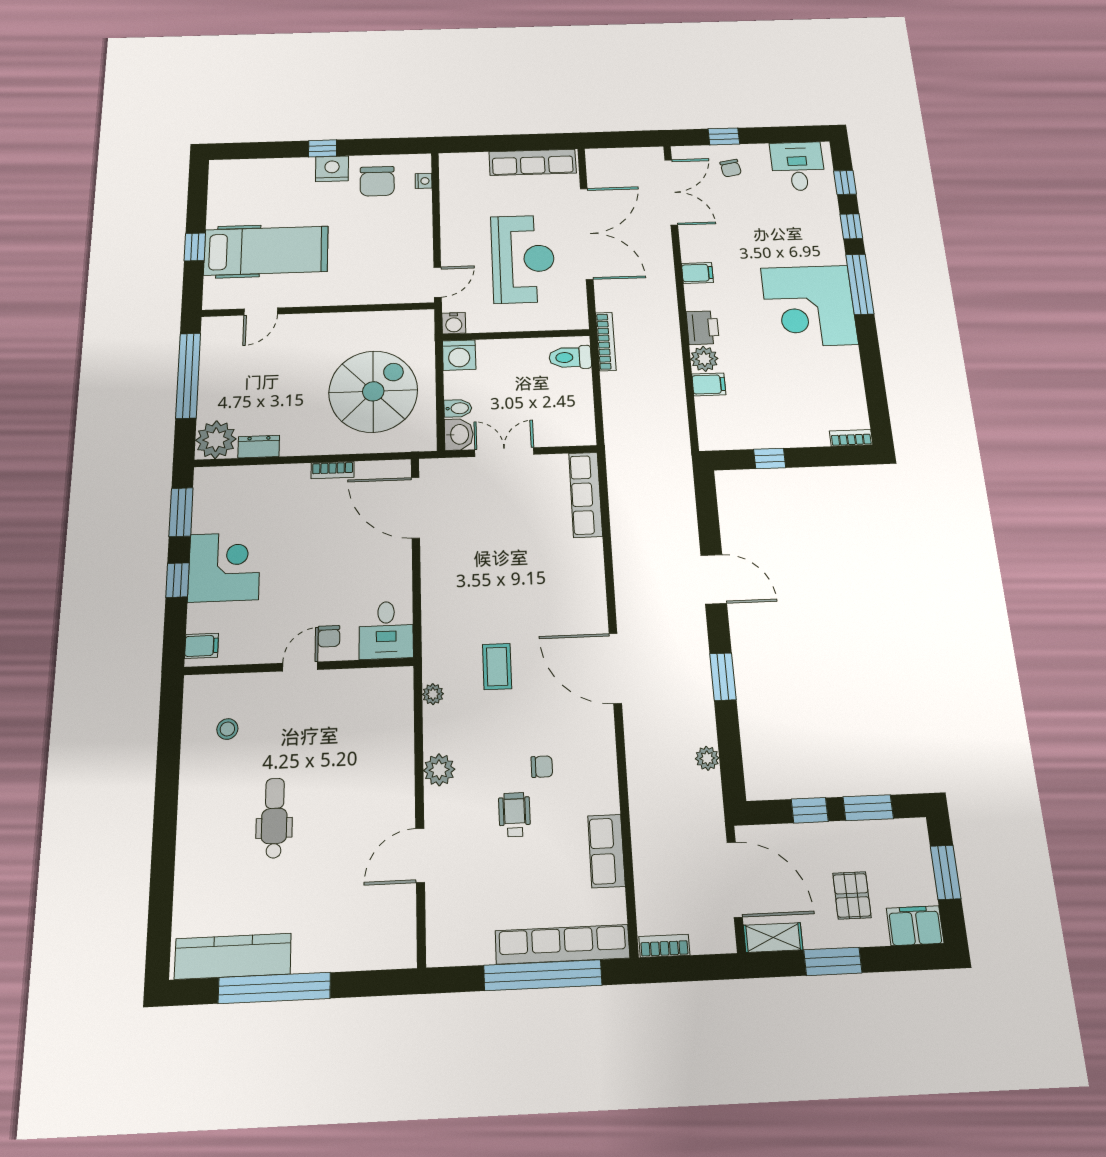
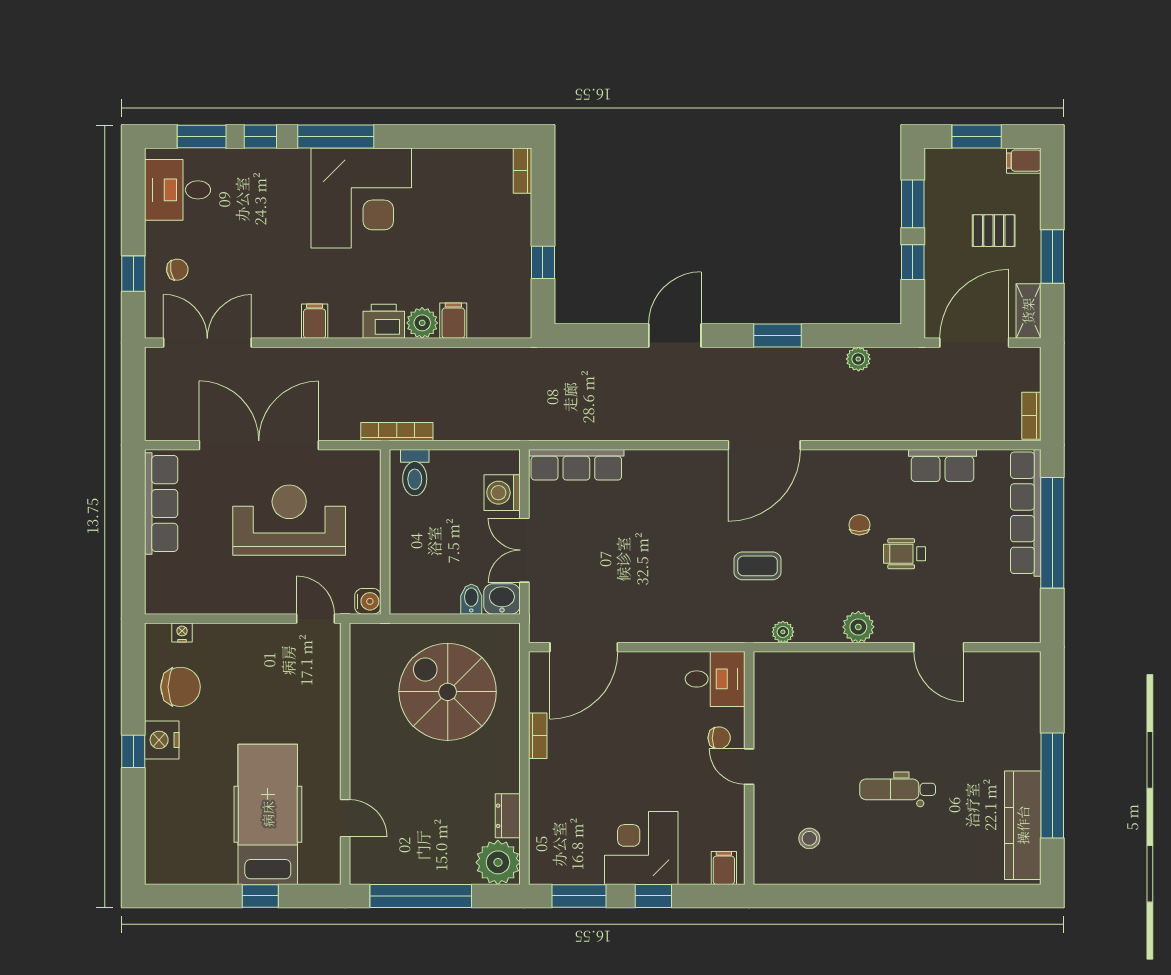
window: (845, 182) -> (202, 136), width x1.50
washing machine: (459, 355) -> (502, 493), moved, turned 180
filing cabinet: (915, 926) -> (1024, 161), width x0.50

